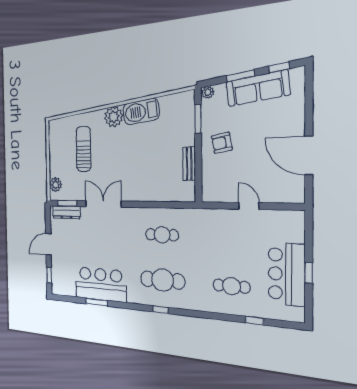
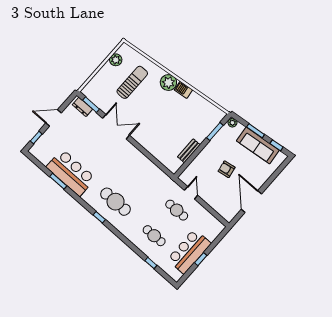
barbecue: (141, 112) -> (183, 90), width x0.53, depth x0.65
armchair: (222, 143) -> (227, 169), moved
plant: (56, 185) -> (116, 60), moved
door: (249, 206) -> (191, 193), moved
dresser: (66, 212) -> (82, 107), width x0.70
cafe table: (162, 235) -> (177, 210), moved

